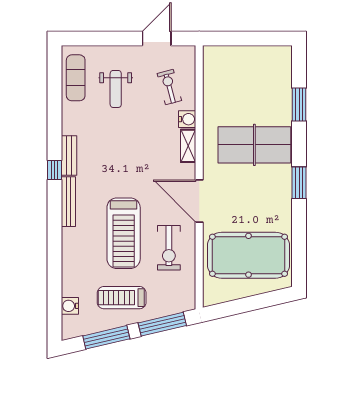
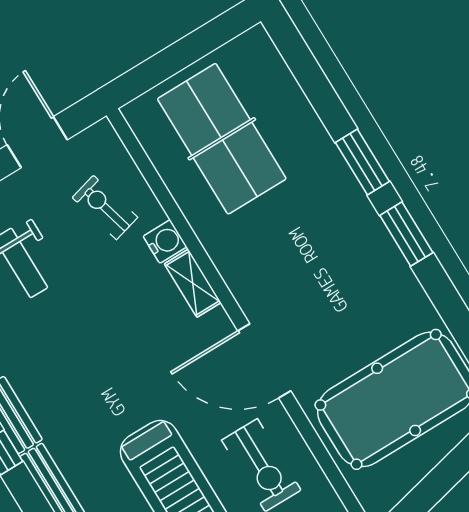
window: (299, 105) -> (362, 162), moved
table tennis table: (254, 145) -> (222, 139), moved, turned 90

